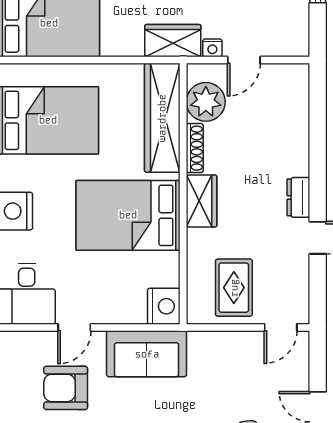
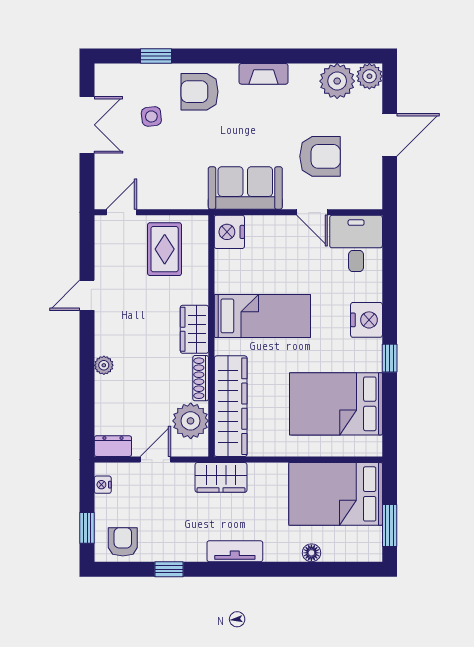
nightstand: (212, 48) -> (103, 485), moved, turned -90
plant: (300, 162) -> (104, 365), added
dresser: (298, 197) -> (113, 446), moved, turned -90
bed: (128, 215) -> (262, 316), width x0.67
door: (74, 328) -> (312, 212), swing flipped

